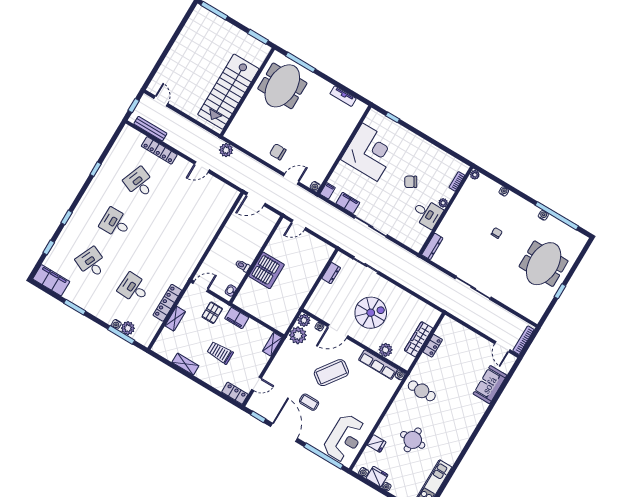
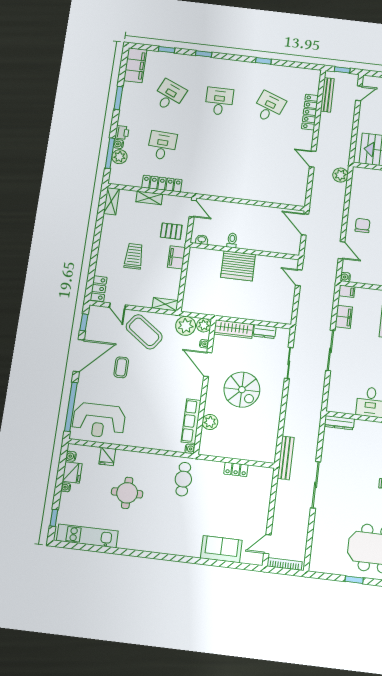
bench: (441, 302) -> (286, 458), added
printer: (107, 317) -> (122, 132), added
wardrobe: (418, 339) -> (234, 329), moved, turned 180
shelving: (185, 364) -> (111, 201), moved
coffee table: (331, 373) -> (144, 332), moved

